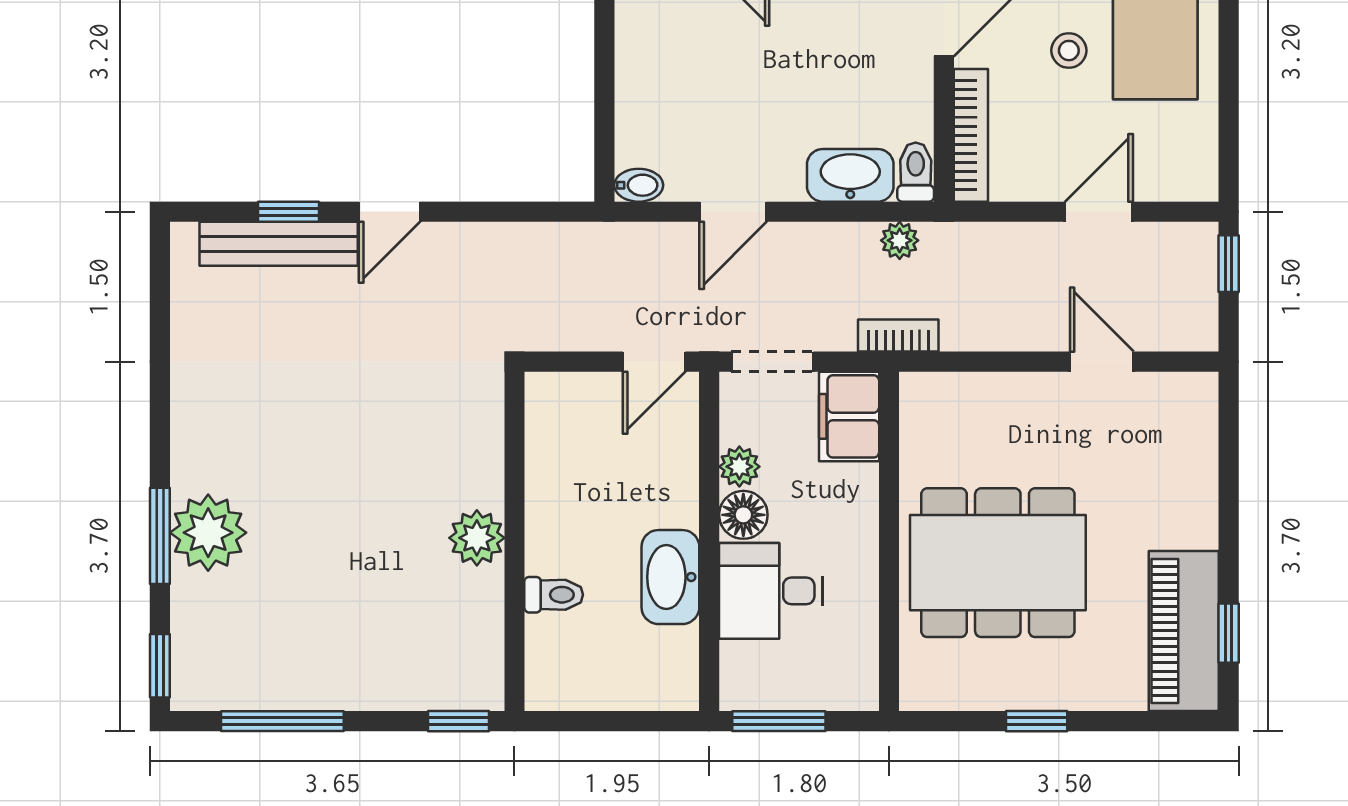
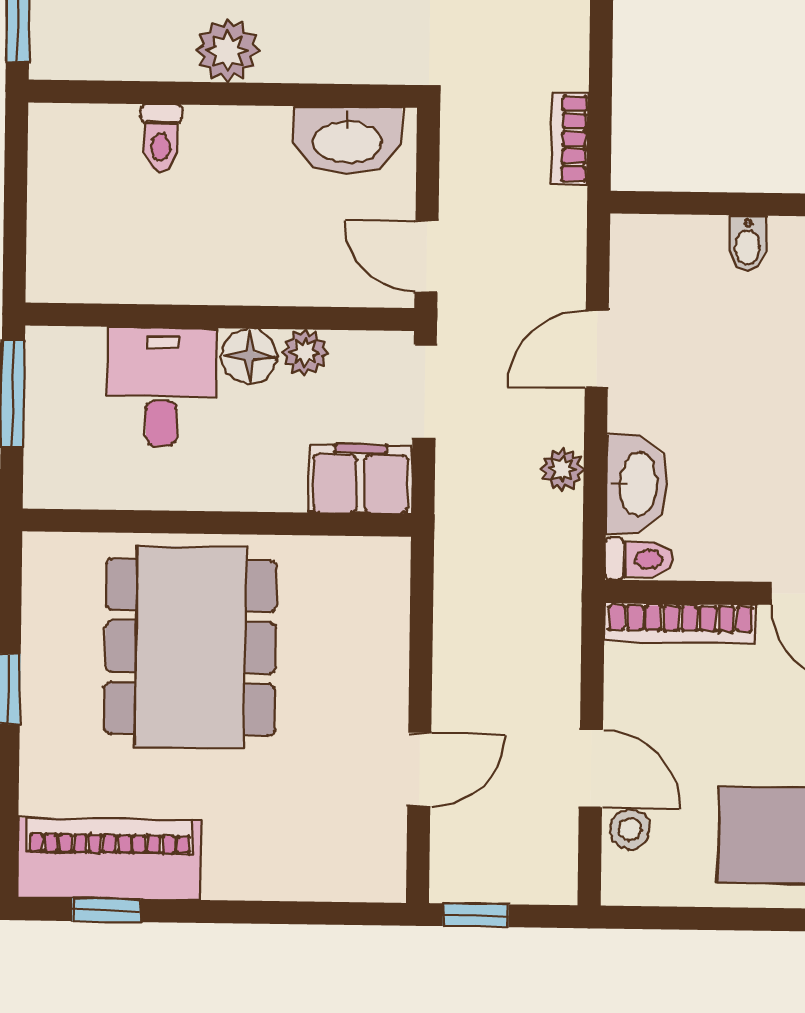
stool: (1069, 51) -> (630, 829), moved
bidet: (639, 185) -> (748, 243), moved
door: (733, 212) -> (597, 349), hinge flipped
plant: (900, 240) -> (562, 469), moved
window: (1229, 264) -> (476, 915), moved
bookcase: (898, 336) -> (570, 139), moved, turned 180
washbasin: (670, 577) -> (347, 140), moved, turned 180

